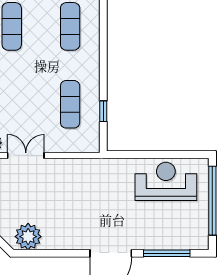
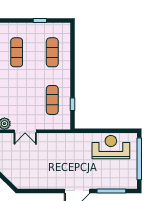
double door: (26, 155) -> (25, 131), swing flipped
plant: (28, 237) -> (27, 181), removed

